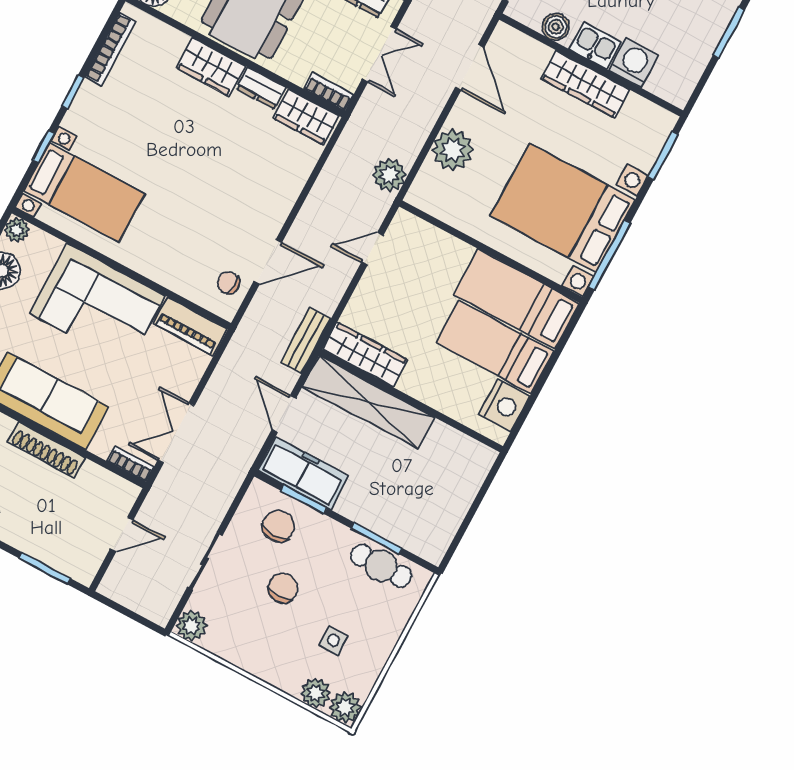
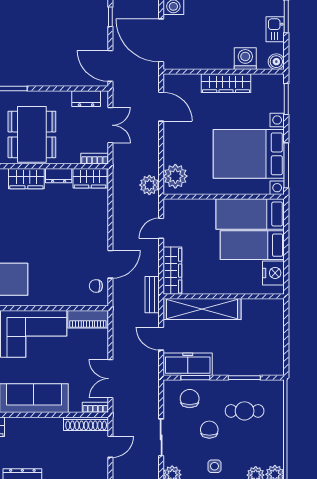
boiler: (556, 27) -> (276, 62), moved
kitchen sink: (595, 46) -> (275, 29), moved, turned -90
plant: (453, 150) -> (175, 176), moved
wardrobe: (365, 355) -> (172, 271), moved, turned 90
shoe rack: (46, 450) -> (86, 424), moved
cafe table: (381, 566) -> (245, 411), moved
side table: (333, 640) -> (215, 466), moved

